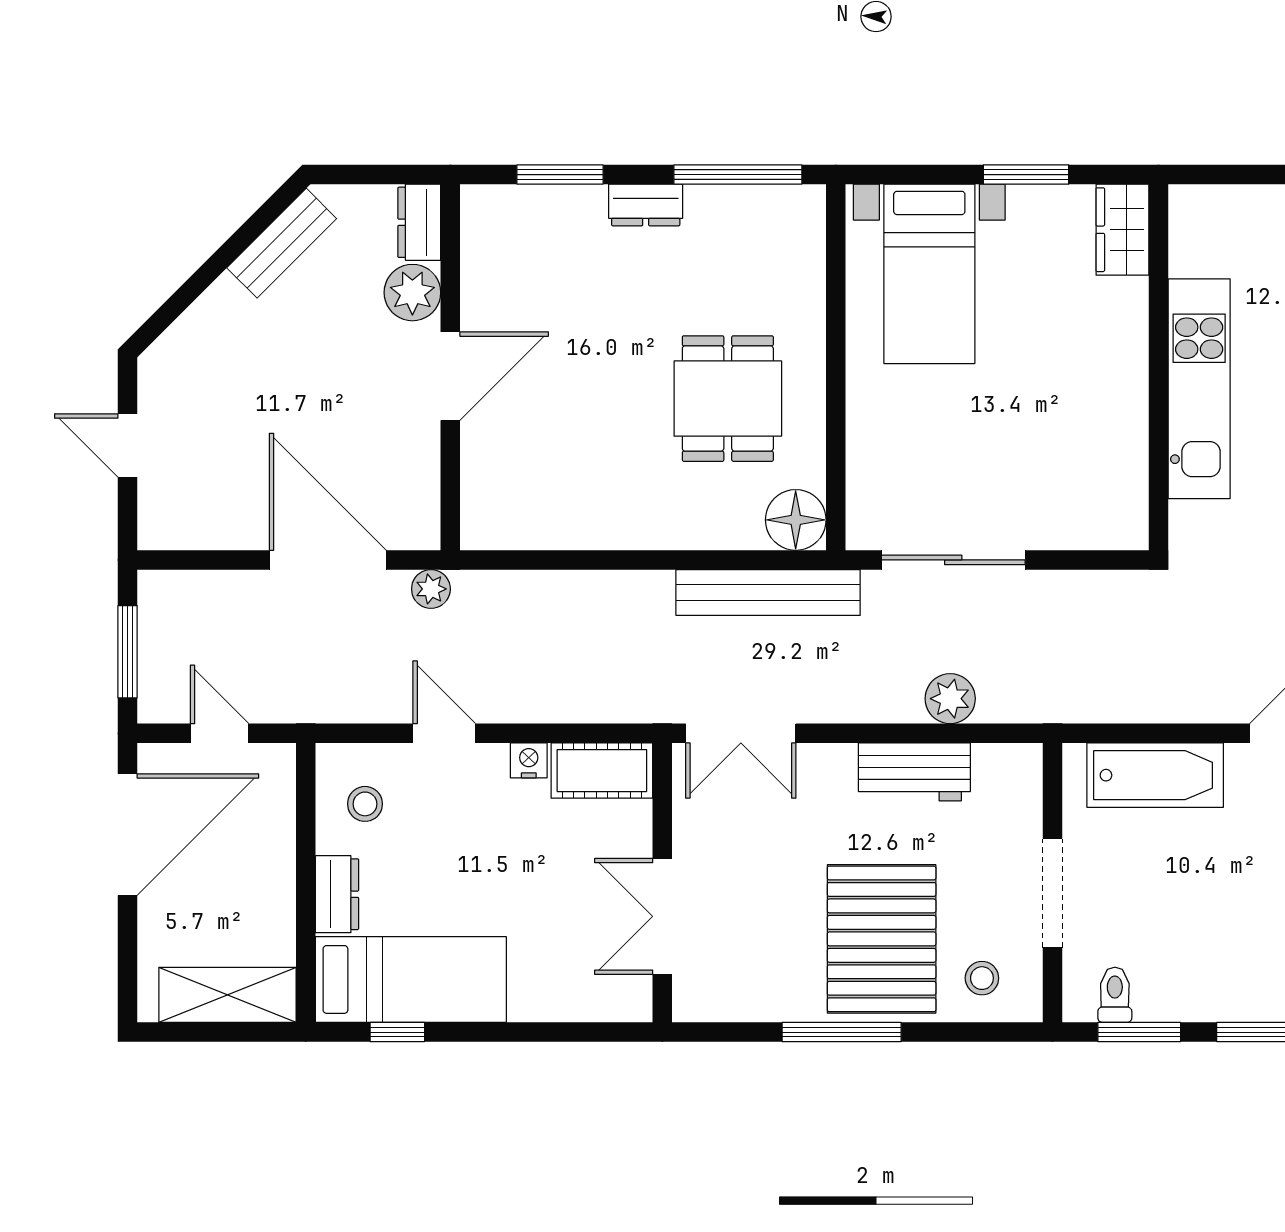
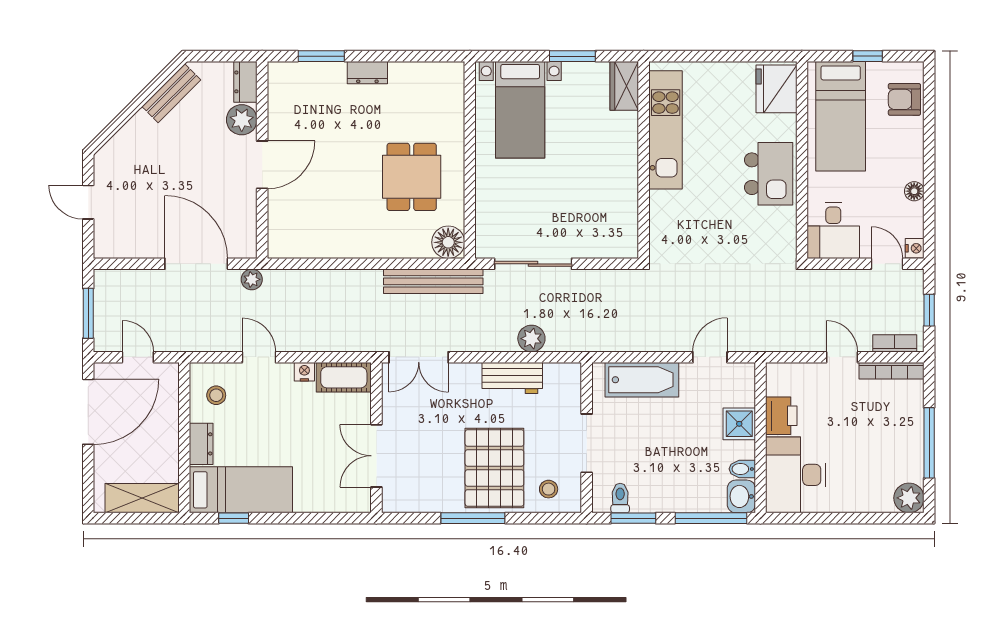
window: (738, 175) -> (417, 56), removed
kitchen unit: (1199, 389) -> (666, 130), moved

